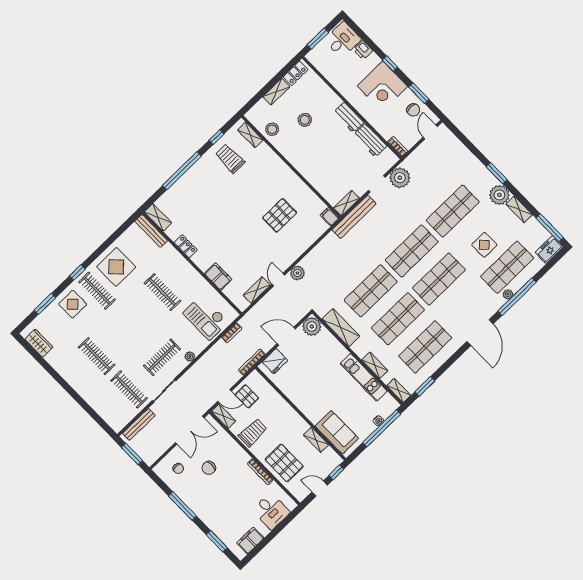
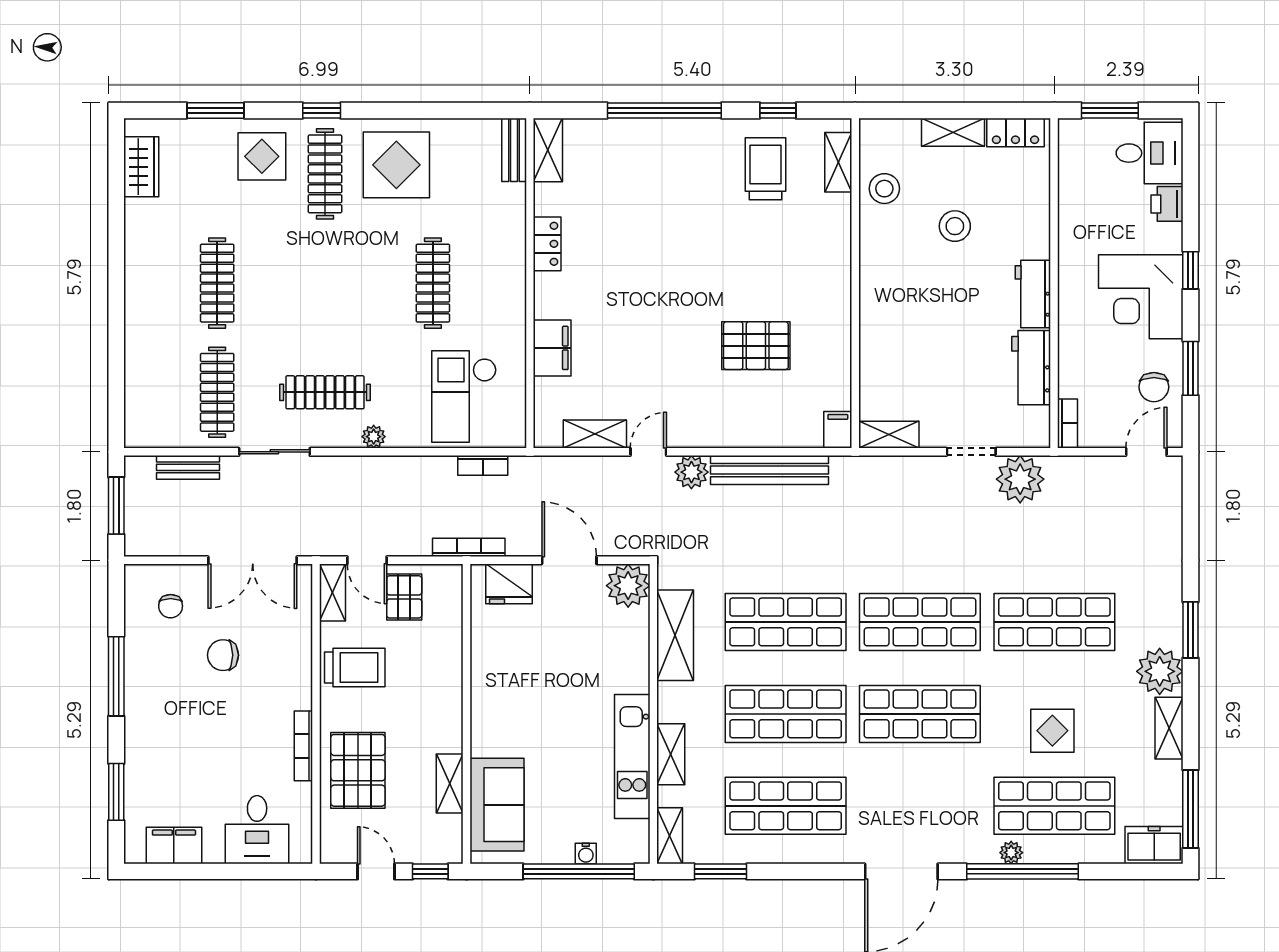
bench: (354, 217) -> (770, 470), moved
bench: (151, 231) -> (514, 150), width x0.73
bench: (139, 424) -> (188, 467), width x0.73

